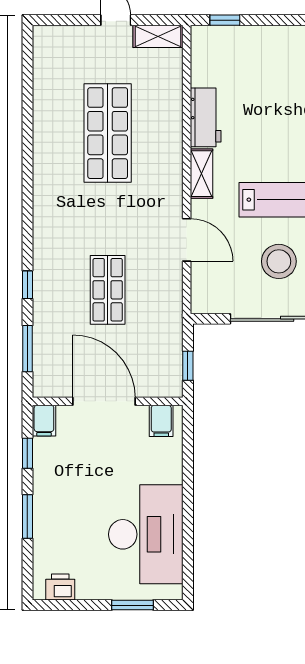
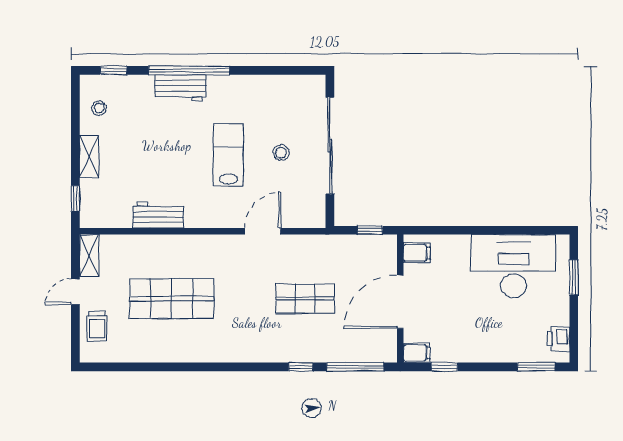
trolley: (75, 45) -> (97, 326), added
shelving: (201, 174) -> (89, 156), moved, turned 90
stool: (279, 261) -> (281, 153), width x0.53, depth x0.53
window: (27, 349) -> (355, 367), width x1.44
window: (27, 517) -> (536, 367), moved

